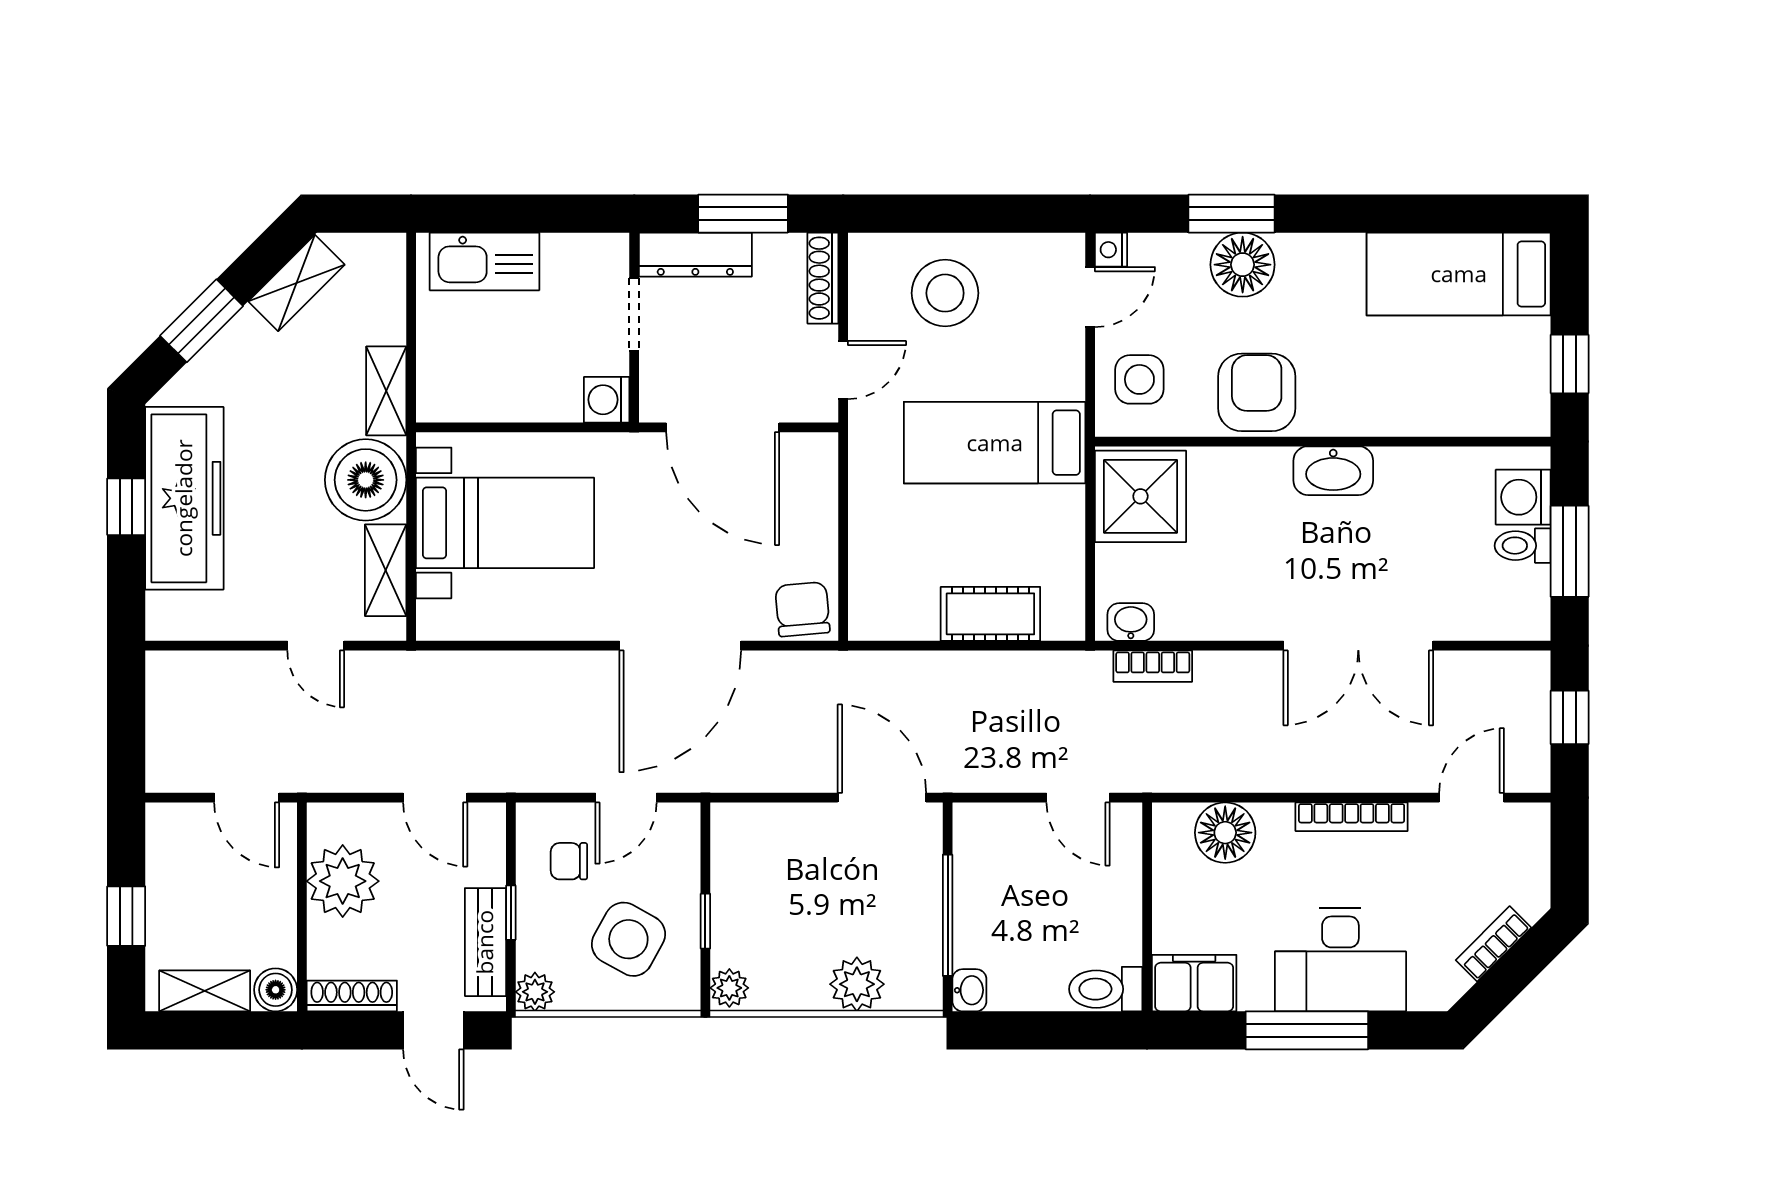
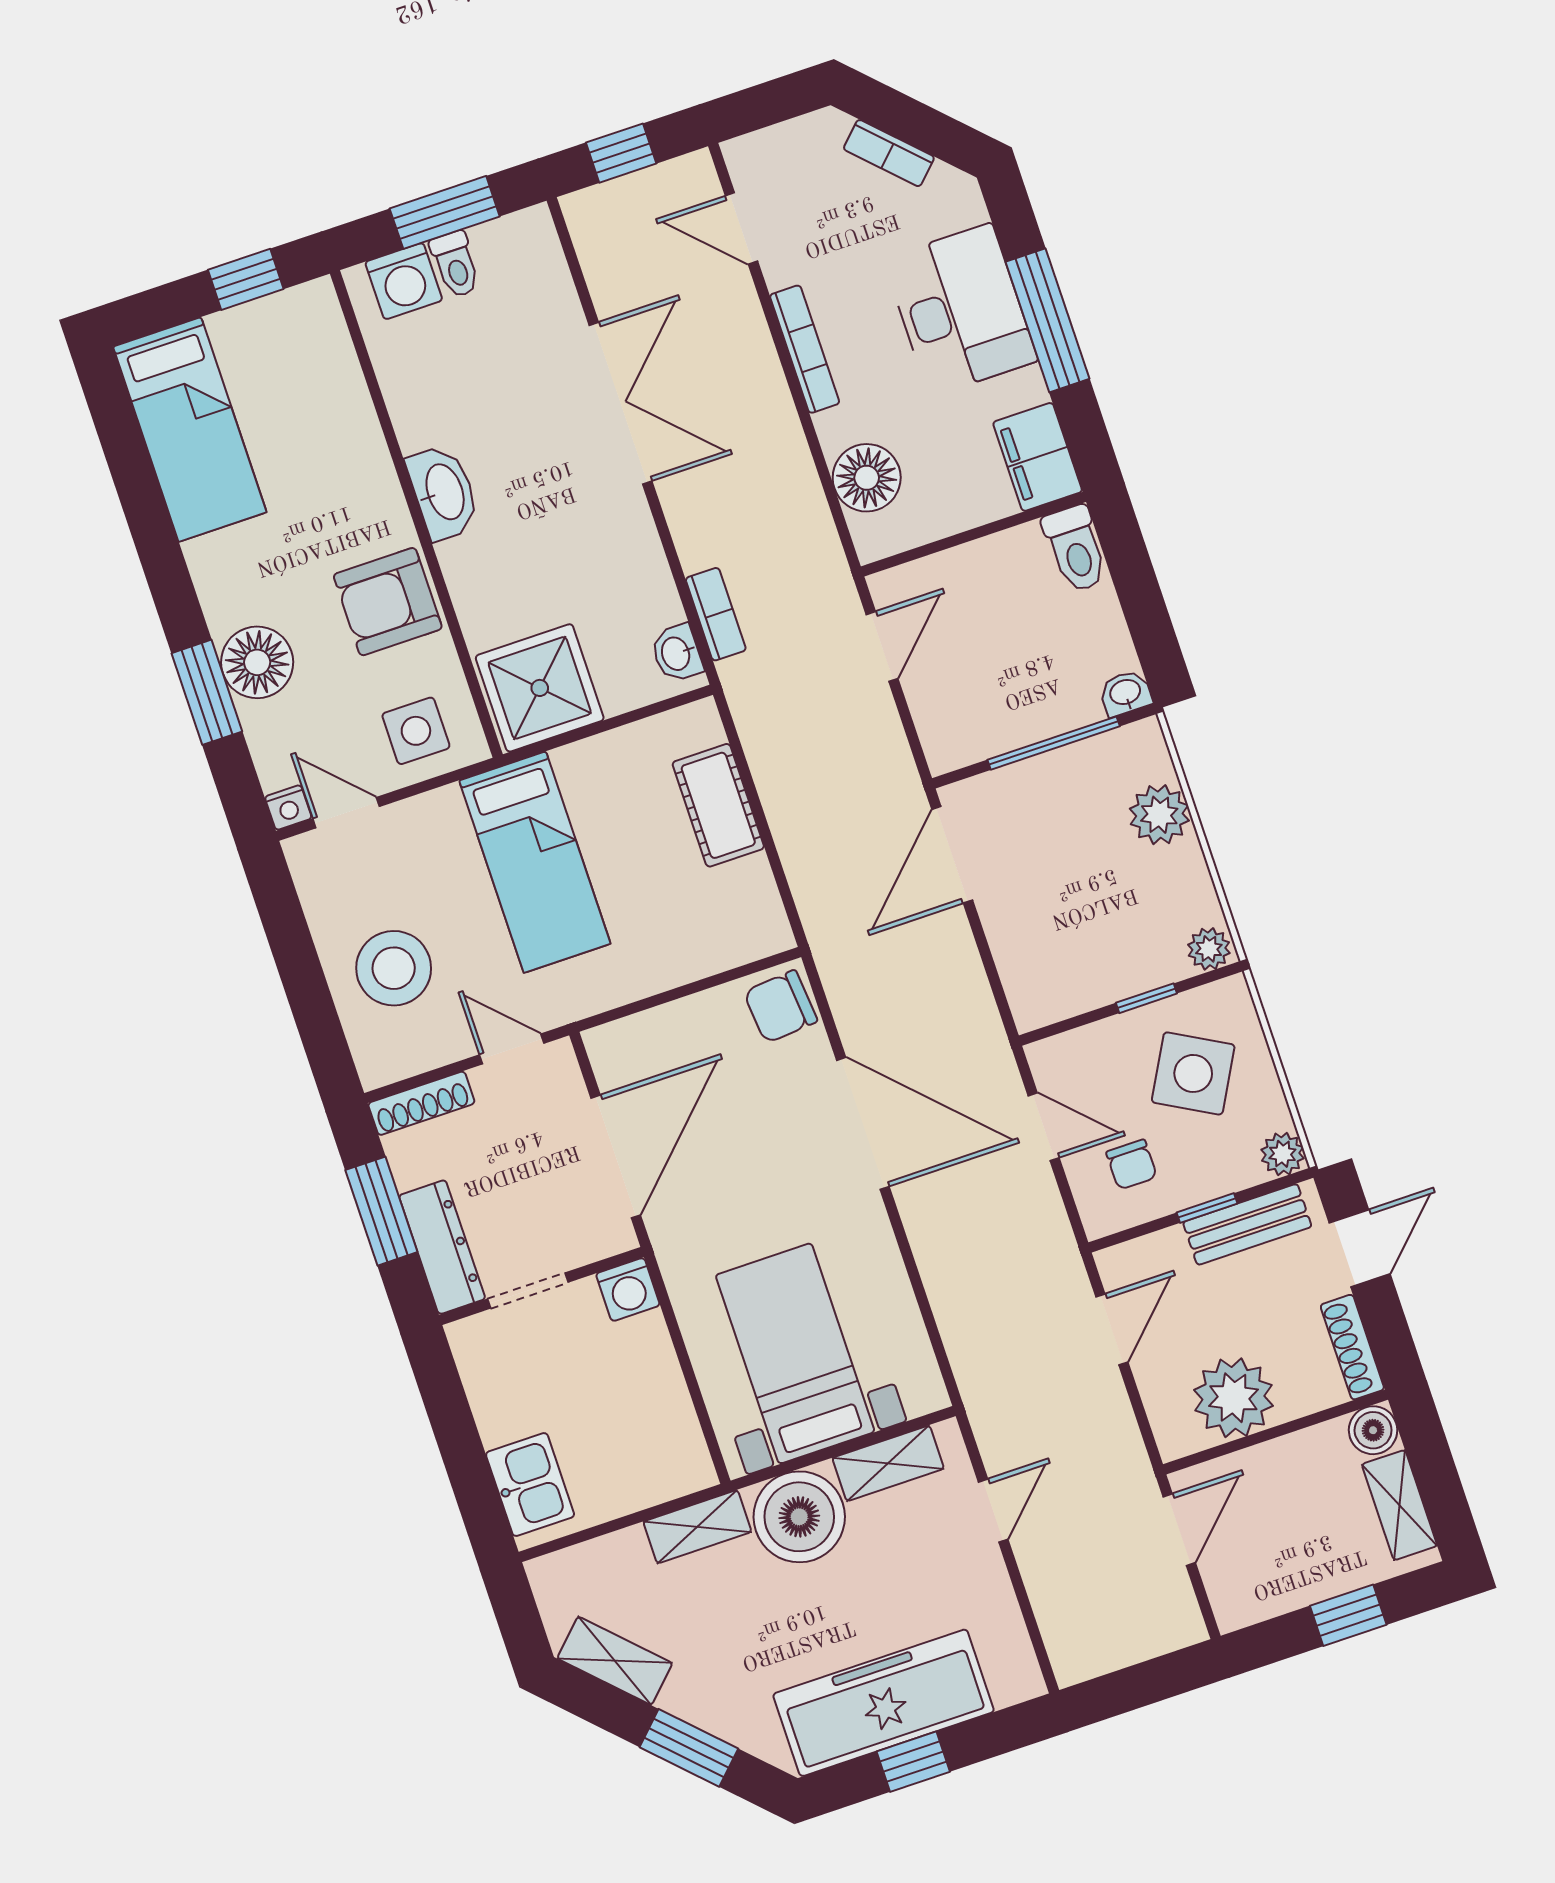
kitchen sink: (484, 261) -> (530, 1485), width x0.73

